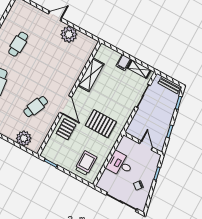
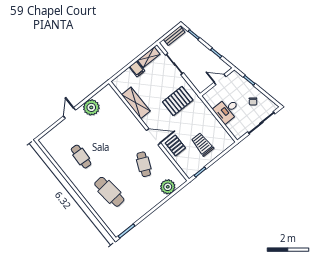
pallet: (101, 124) -> (178, 101), moved
trolley: (86, 163) -> (202, 144), moved

